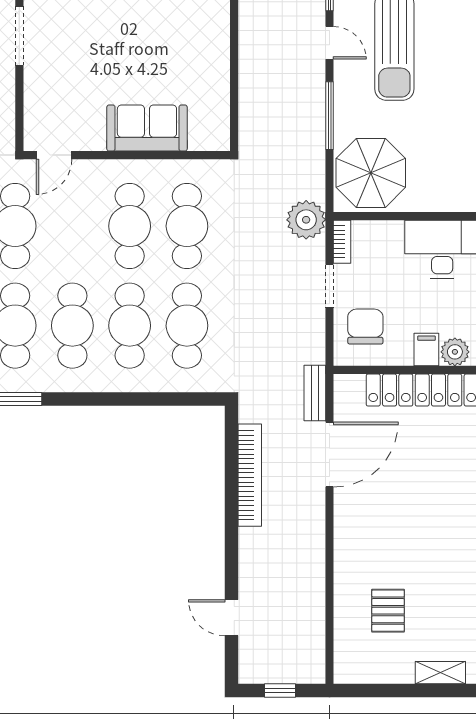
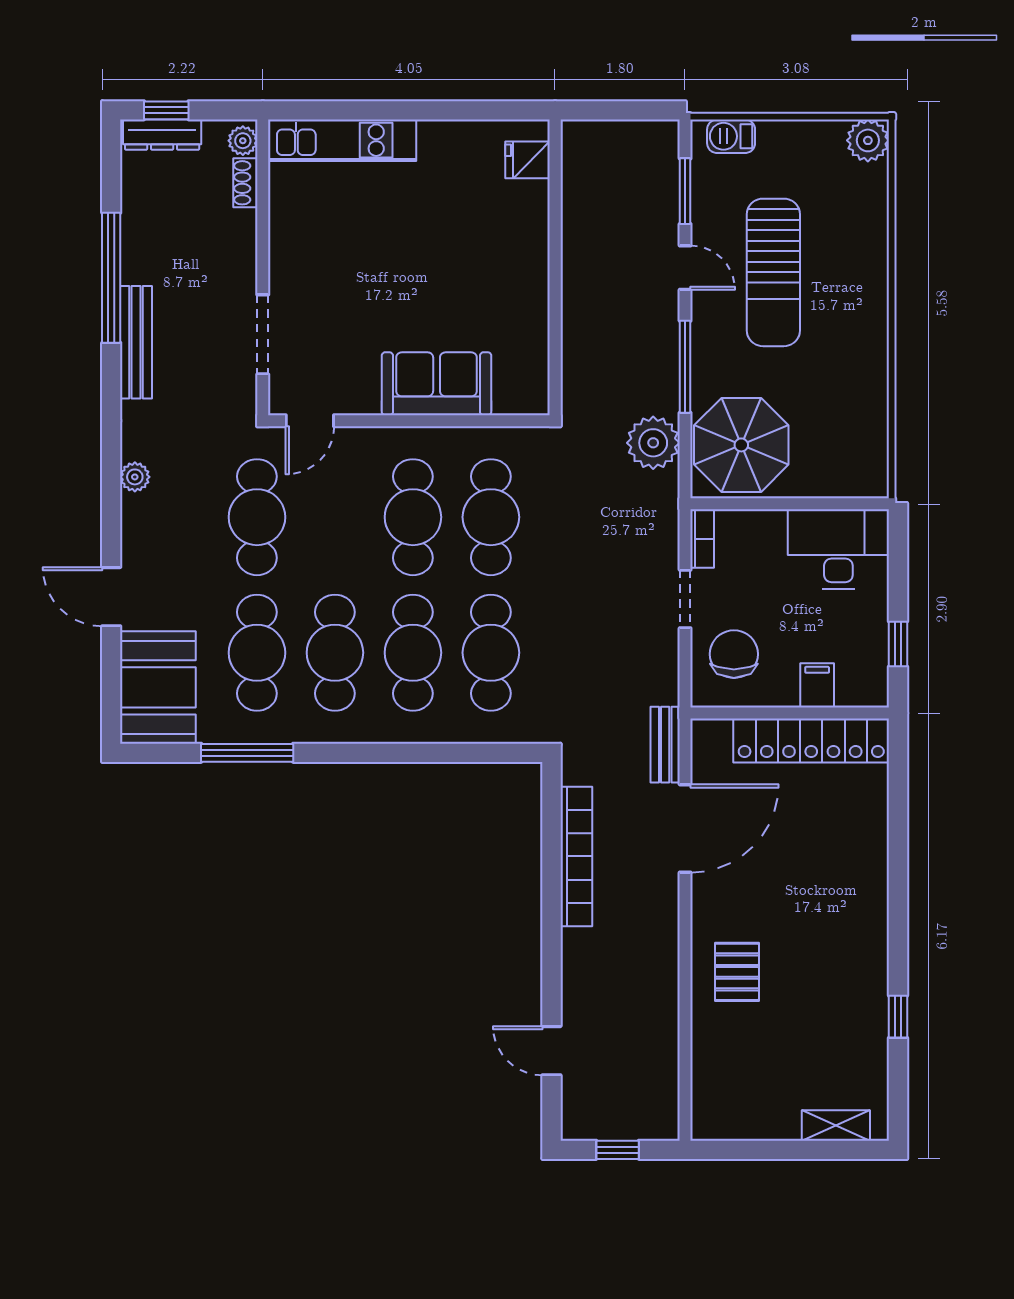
doorway: (19, 36) -> (263, 334), moved
plant: (306, 220) -> (653, 443), moved
plant: (455, 352) -> (856, 688), removed
pallet: (388, 611) -> (737, 972), moved

